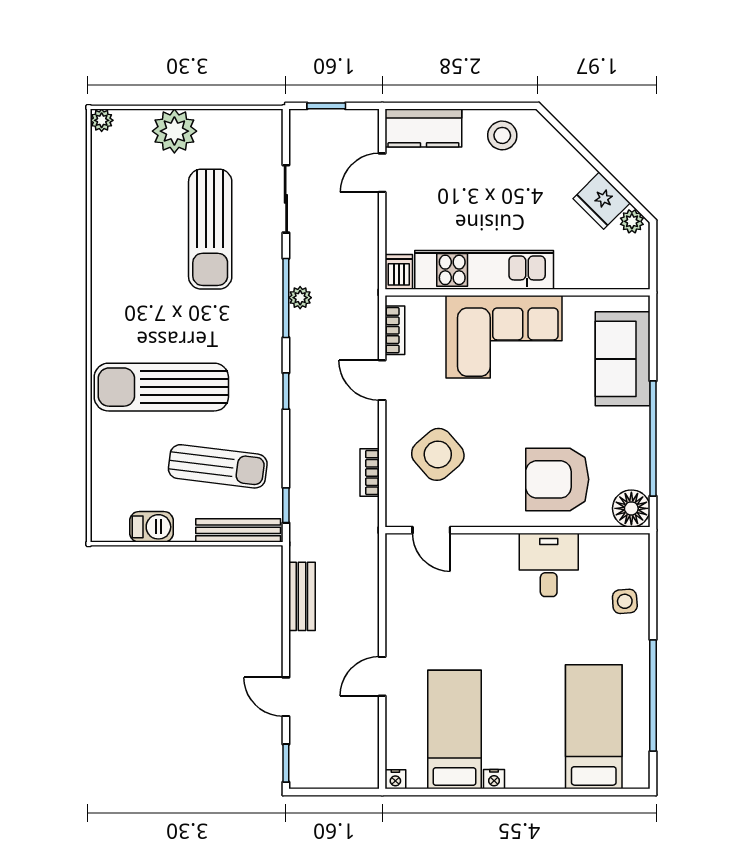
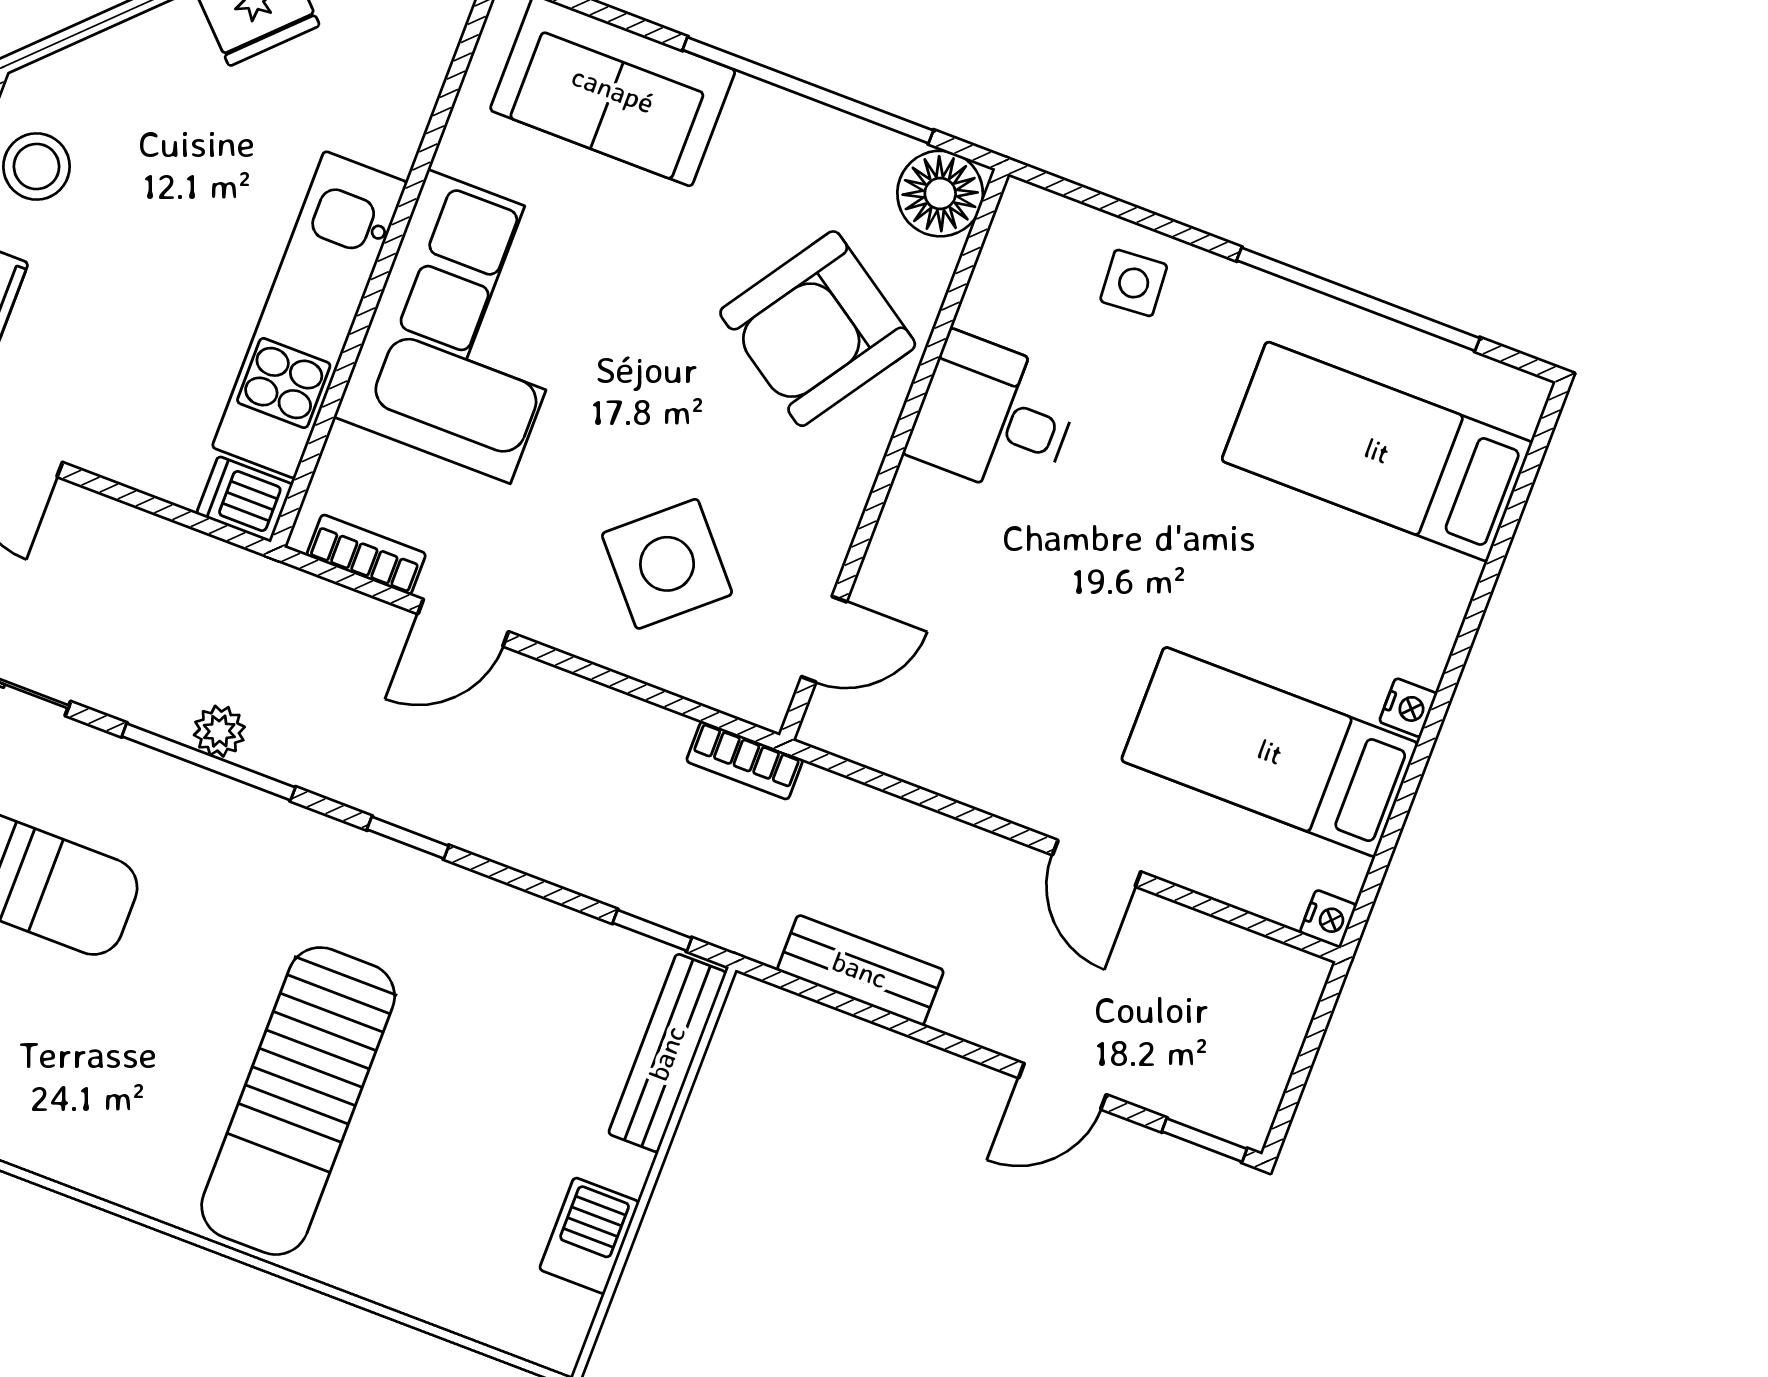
sun lounger: (218, 466) -> (514, 1045), removed
bookcase: (370, 472) -> (745, 760), moved
armchair: (557, 479) -> (818, 329), turned 34

